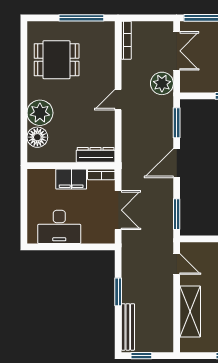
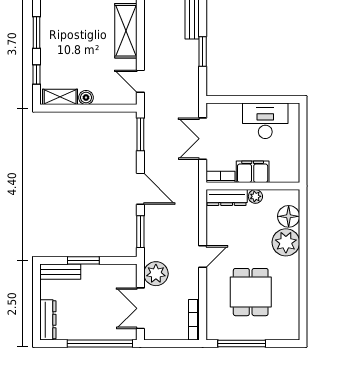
dining table: (57, 60) -> (251, 292), moved, turned 90
plant: (69, 156) -> (255, 196), added
door: (177, 163) -> (140, 189), hinge flipped

